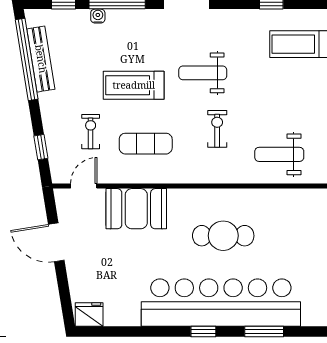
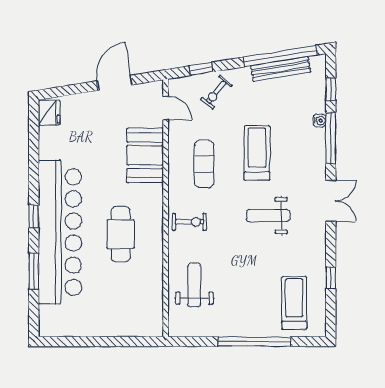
weight bench: (203, 73) -> (268, 216), turned -90
exercise bike: (217, 129) -> (189, 222), moved
exercise bike: (91, 132) -> (216, 92), moved, turned 129

